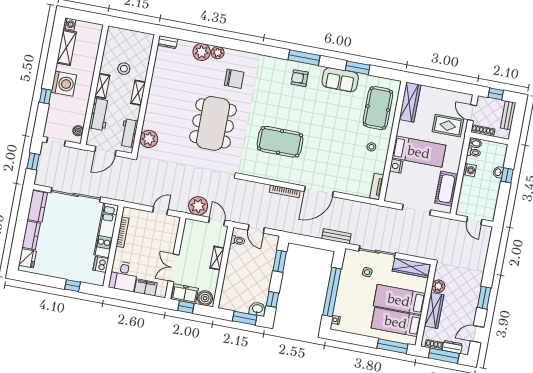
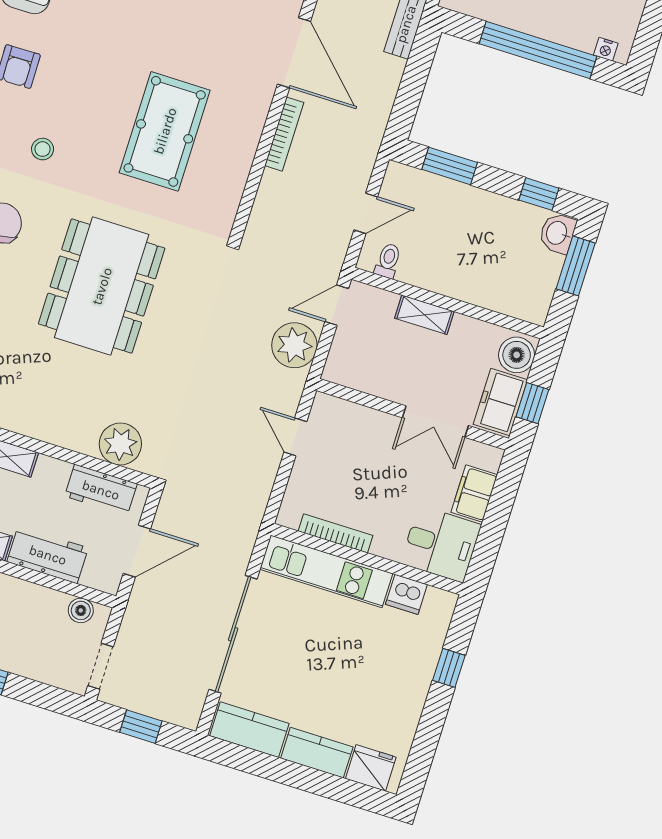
stool: (267, 92) -> (43, 149), added
dining table: (213, 123) -> (102, 286), turned 90
door: (105, 151) -> (137, 551), hinge flipped

